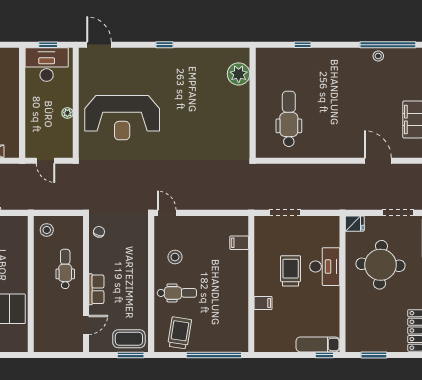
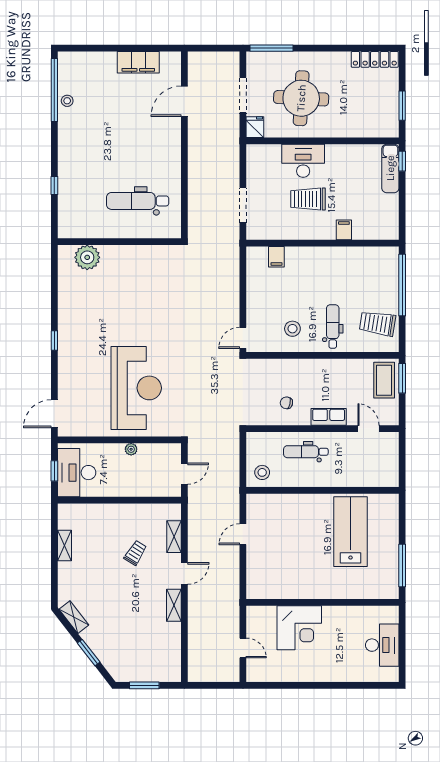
doorway: (398, 213) -> (243, 95), moved
chair: (99, 232) -> (286, 403), moved

